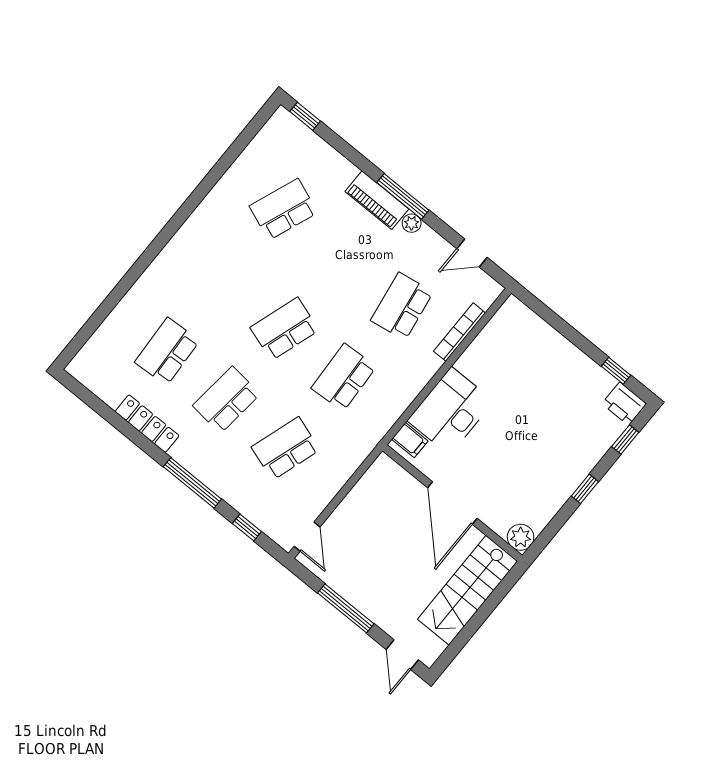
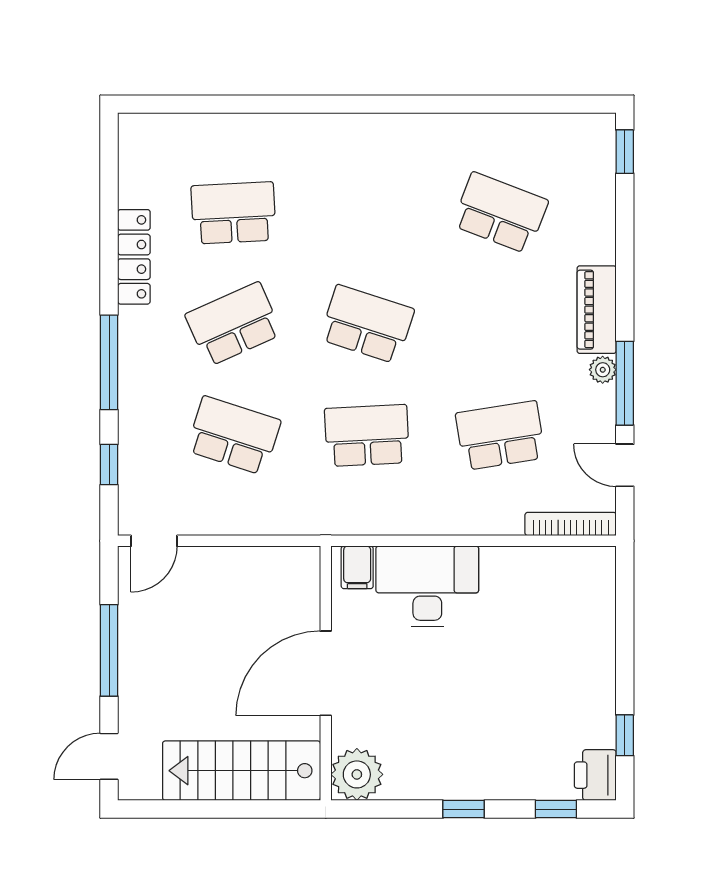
window: (403, 196) -> (625, 383), moved
bookcase: (460, 332) -> (571, 524), moved
school desk: (226, 400) -> (234, 324), turned -30
plant: (521, 537) -> (357, 774), width x1.36, depth x1.36

